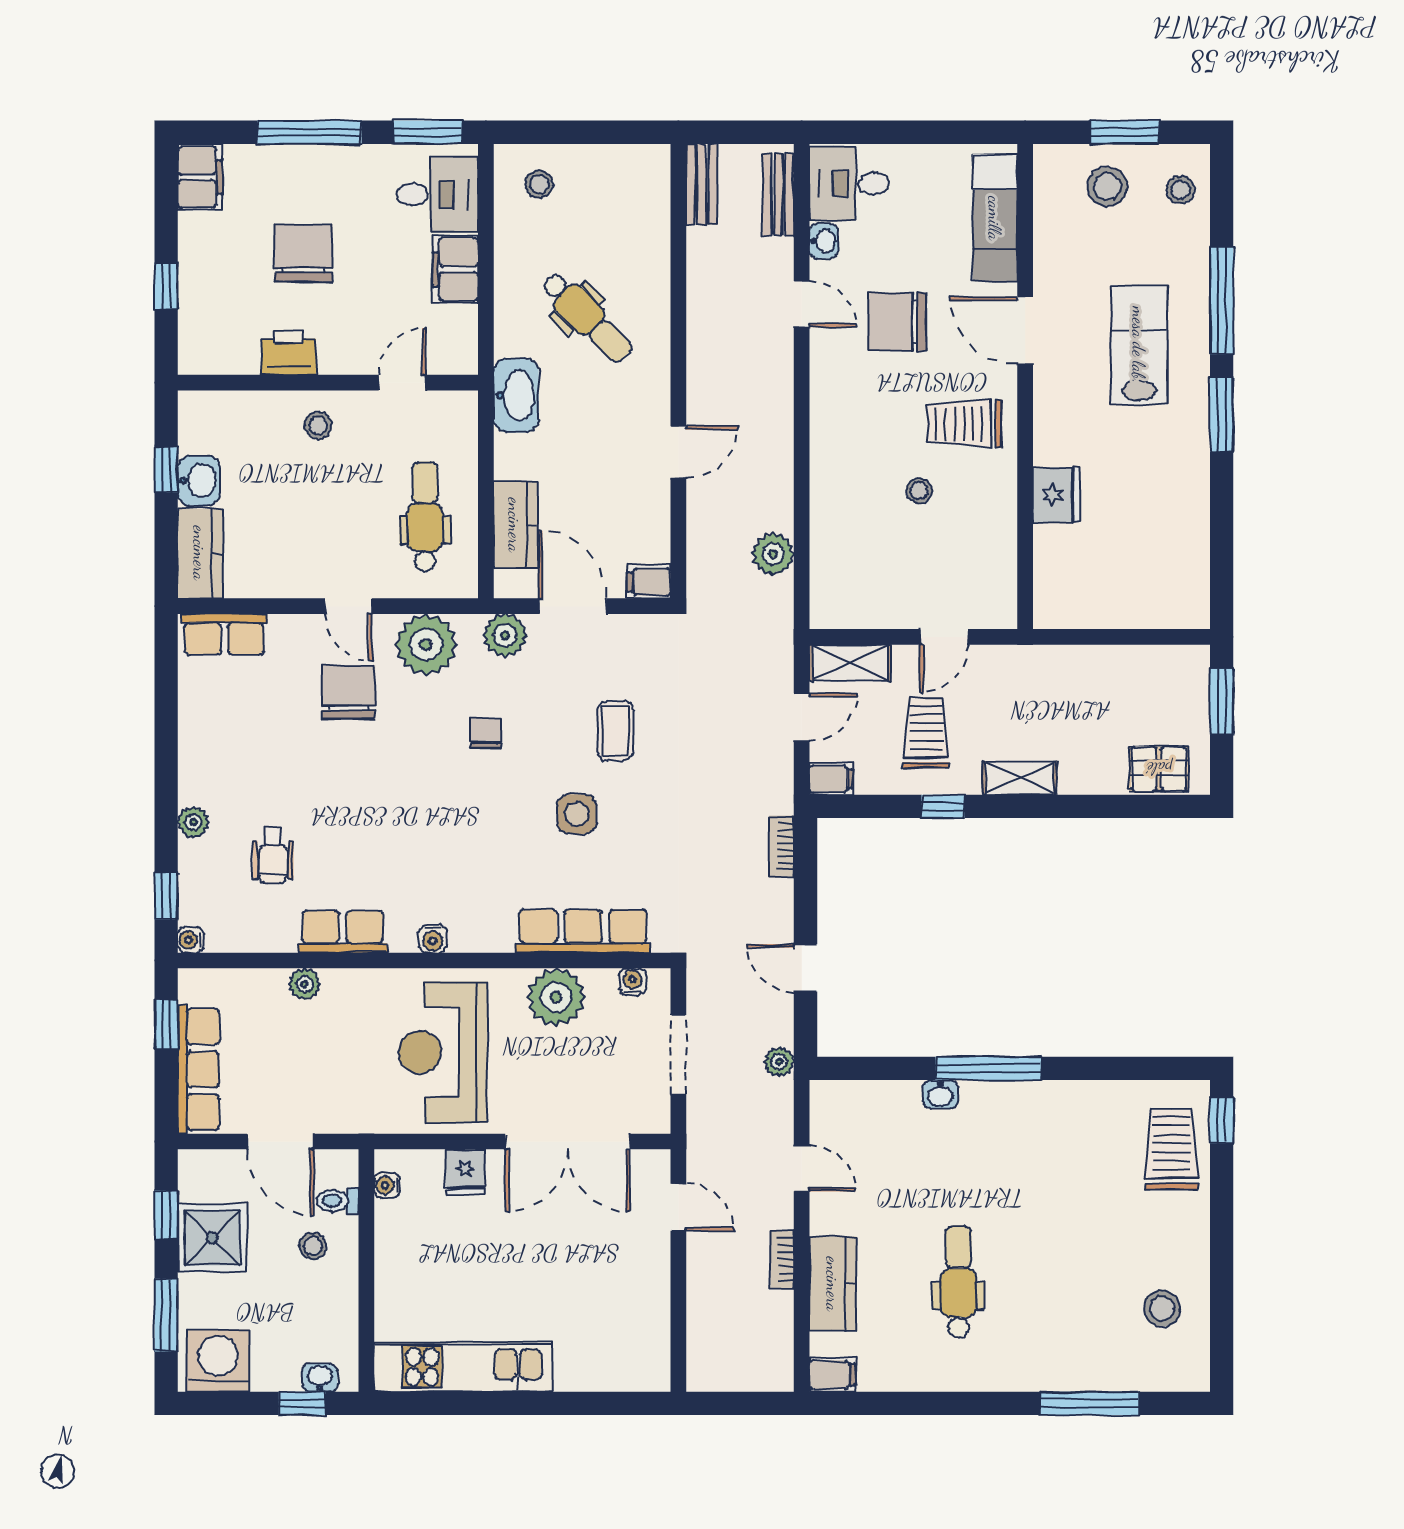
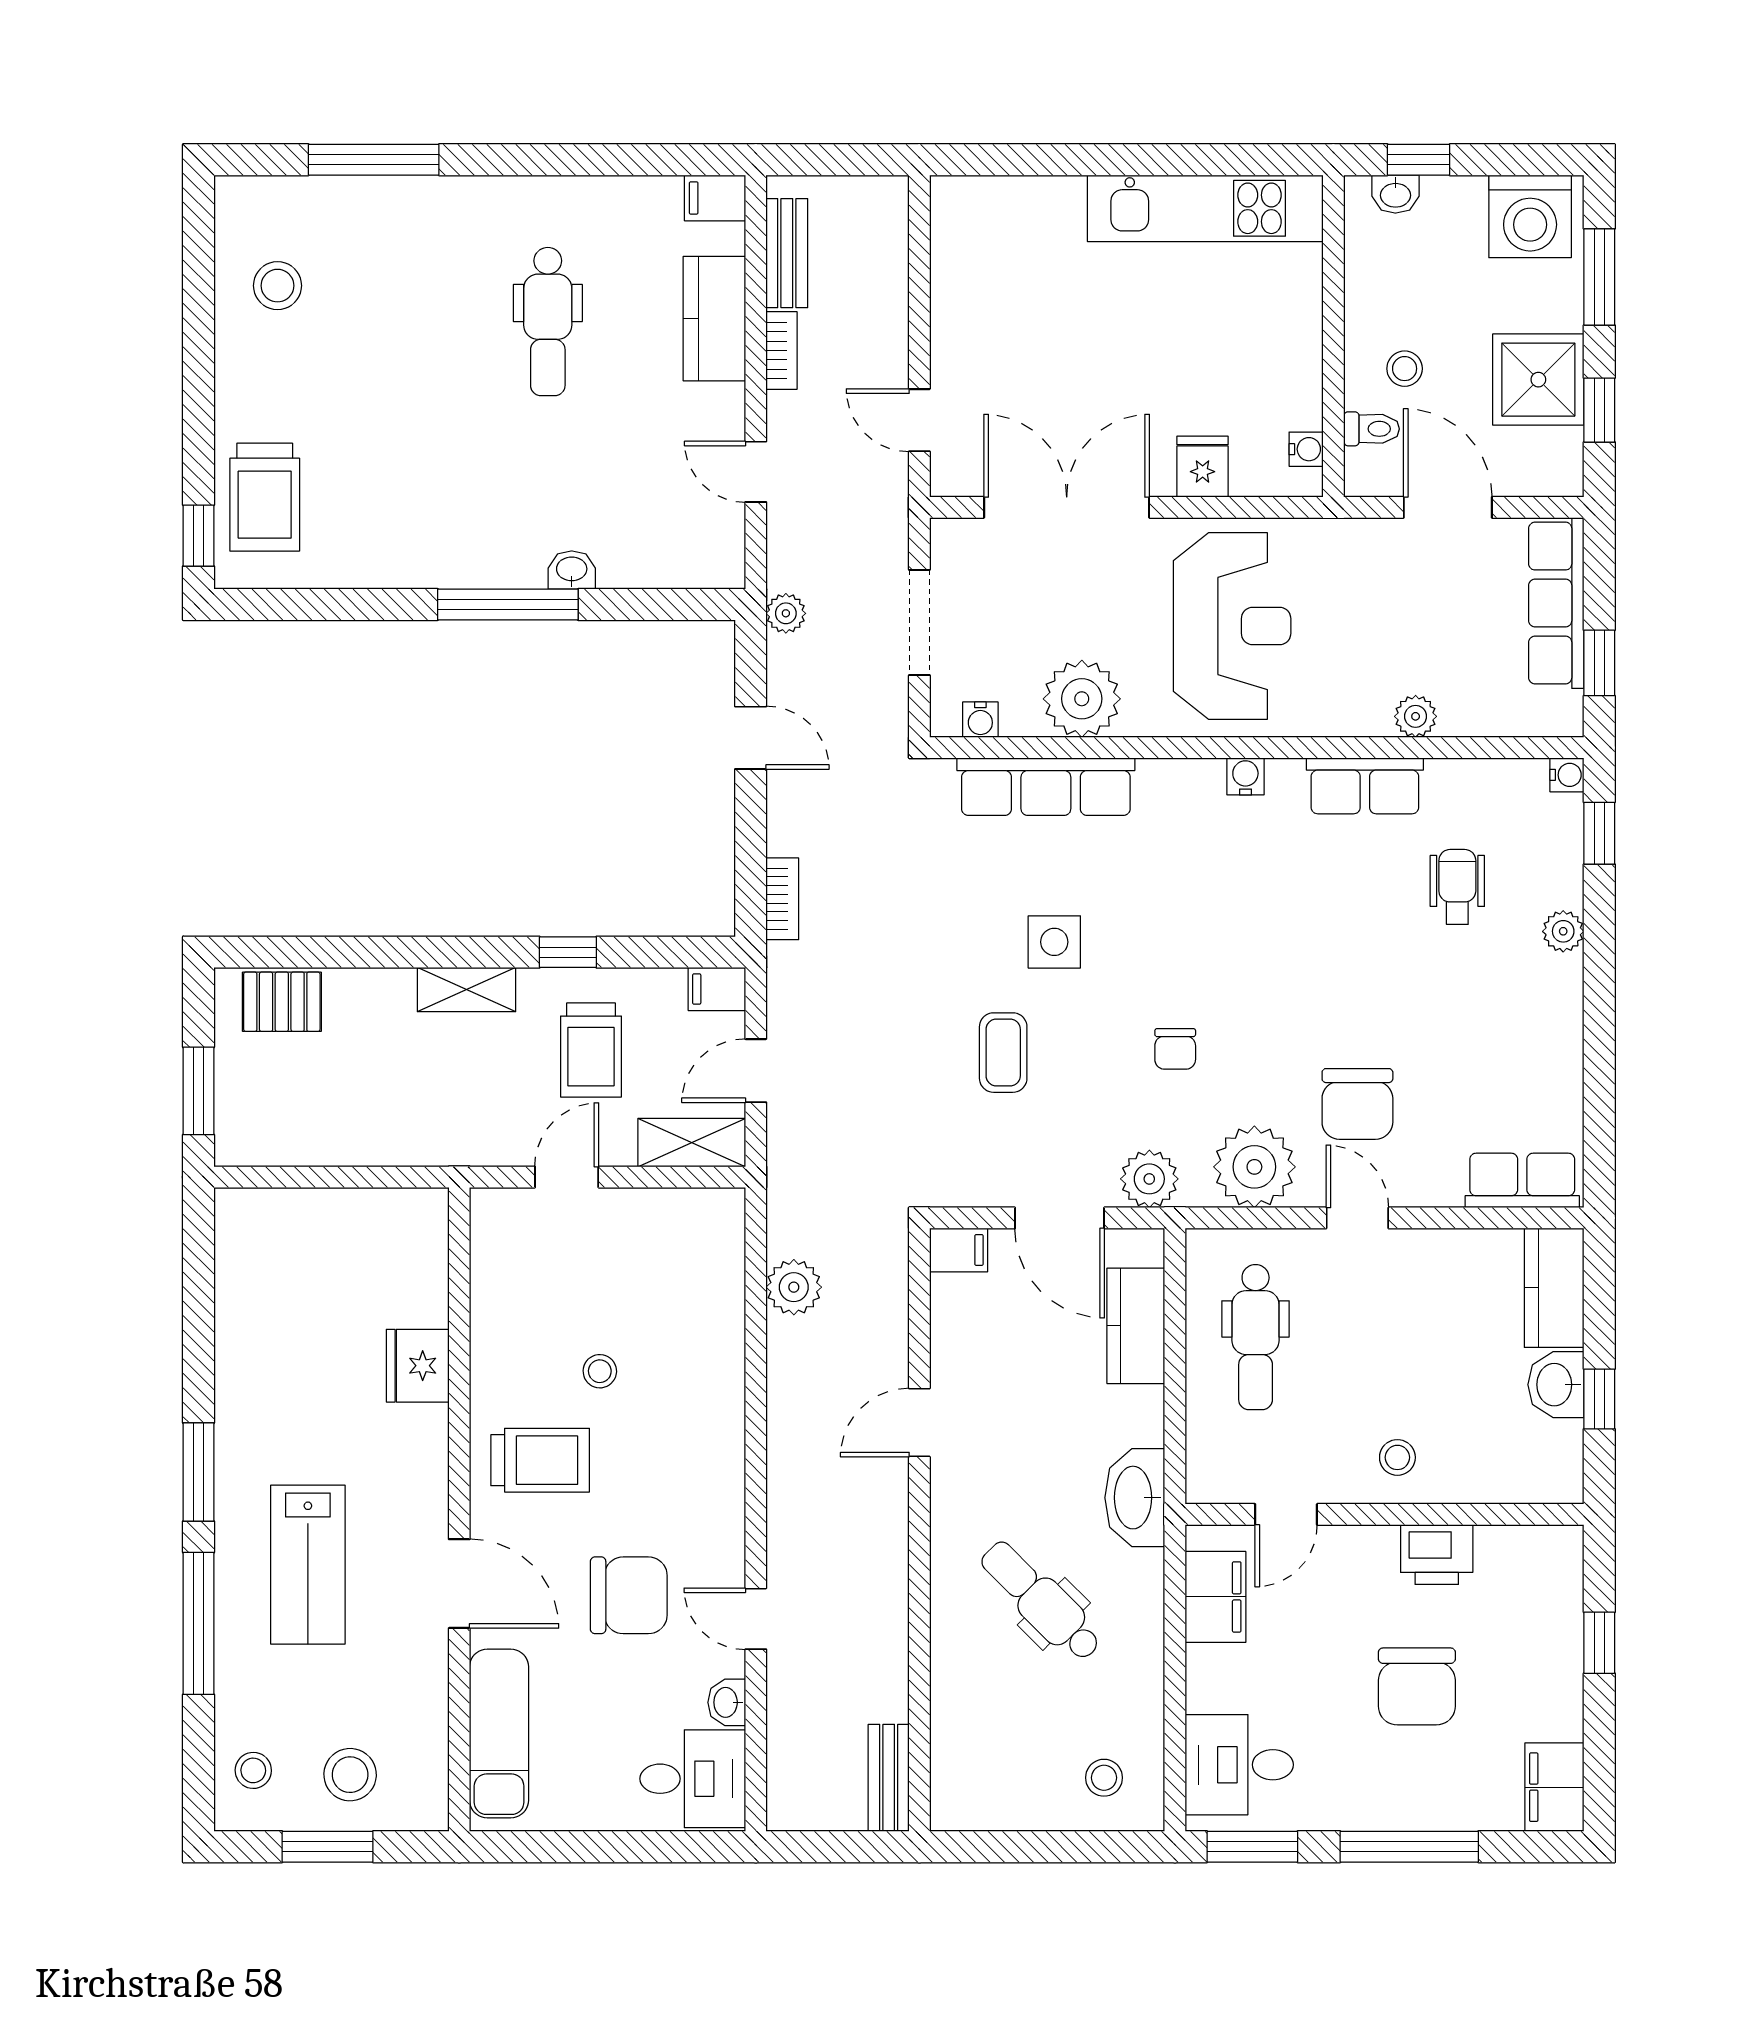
bench: (778, 194) -> (787, 253), moved
filing cabinet: (455, 269) -> (1216, 1597), moved

